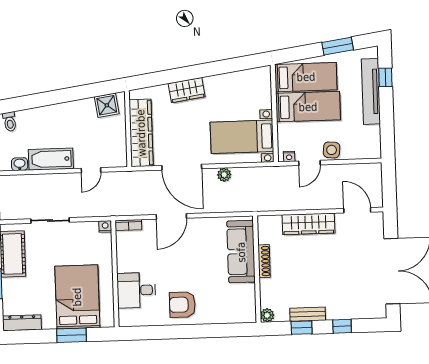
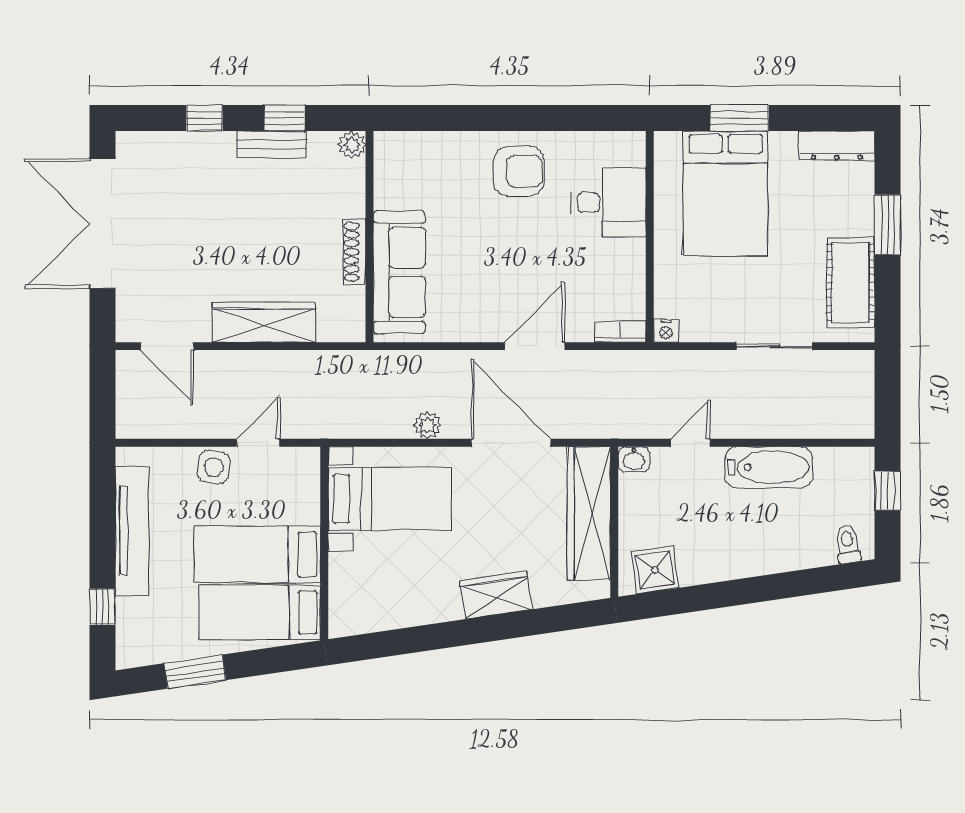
tv unit: (371, 91) -> (132, 531), moved
nightstand: (289, 156) -> (298, 457), removed
washbasin: (20, 164) -> (634, 459), moved

